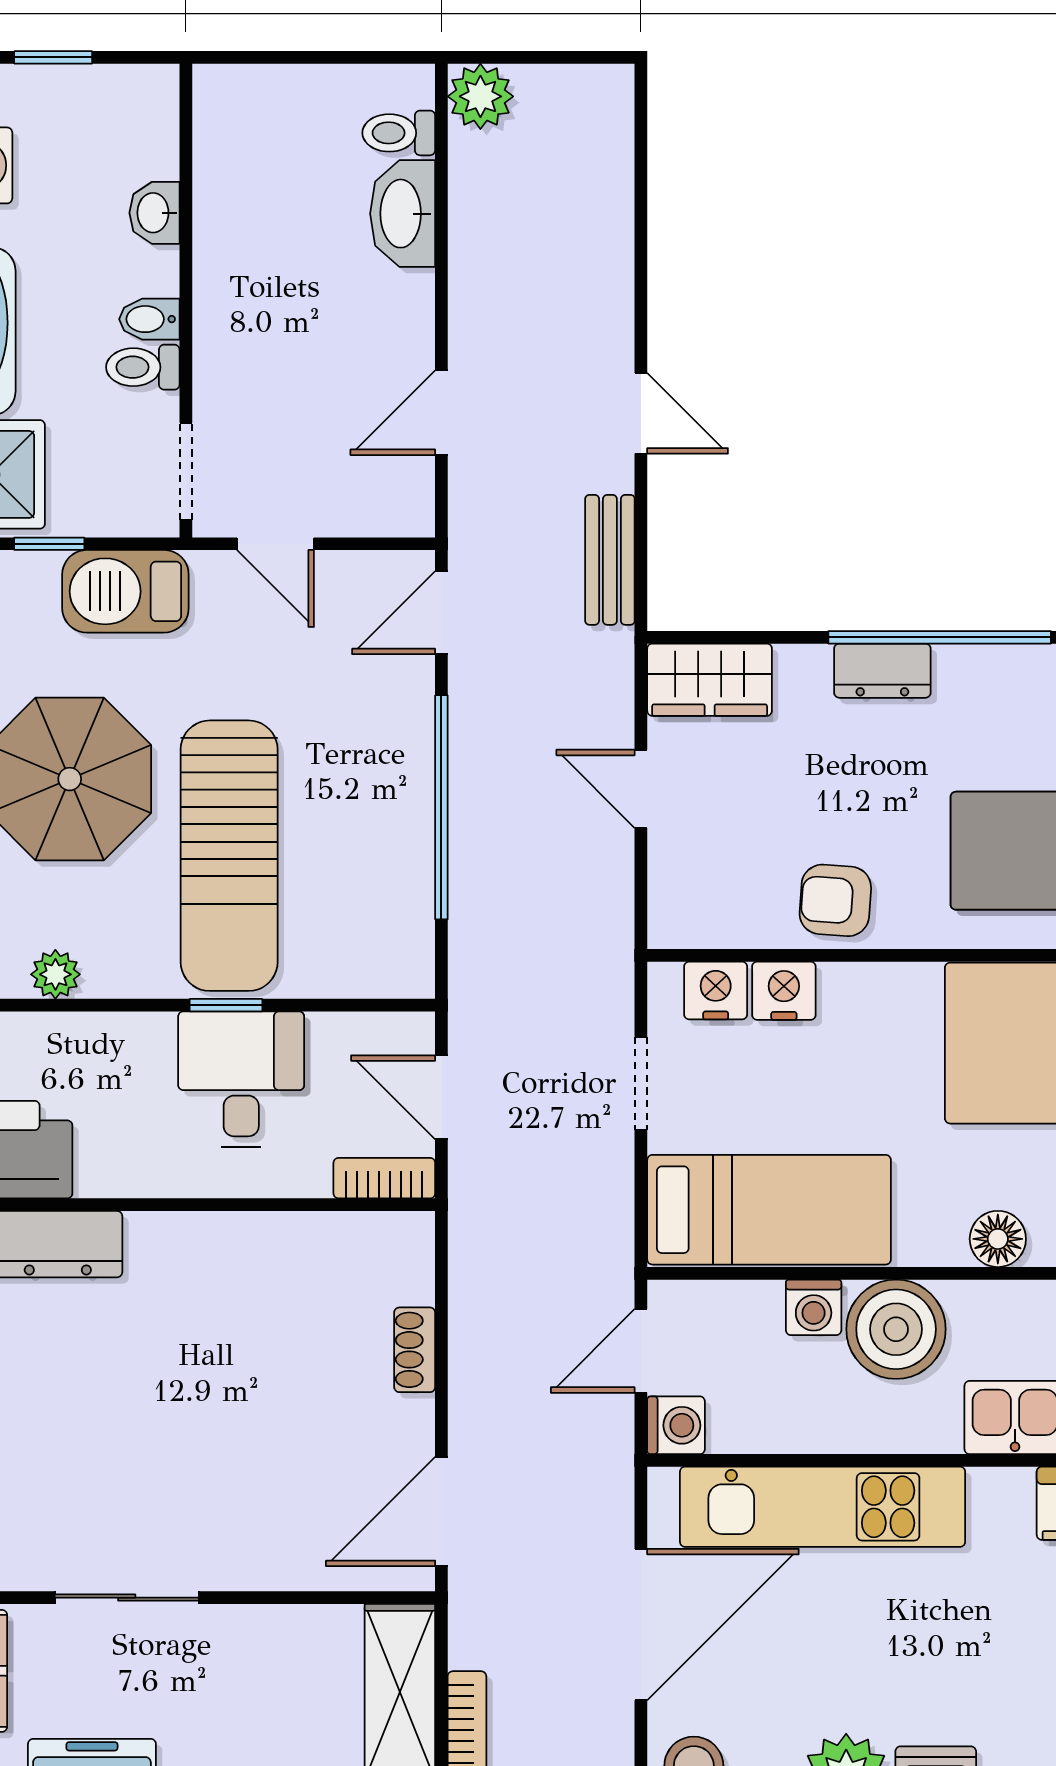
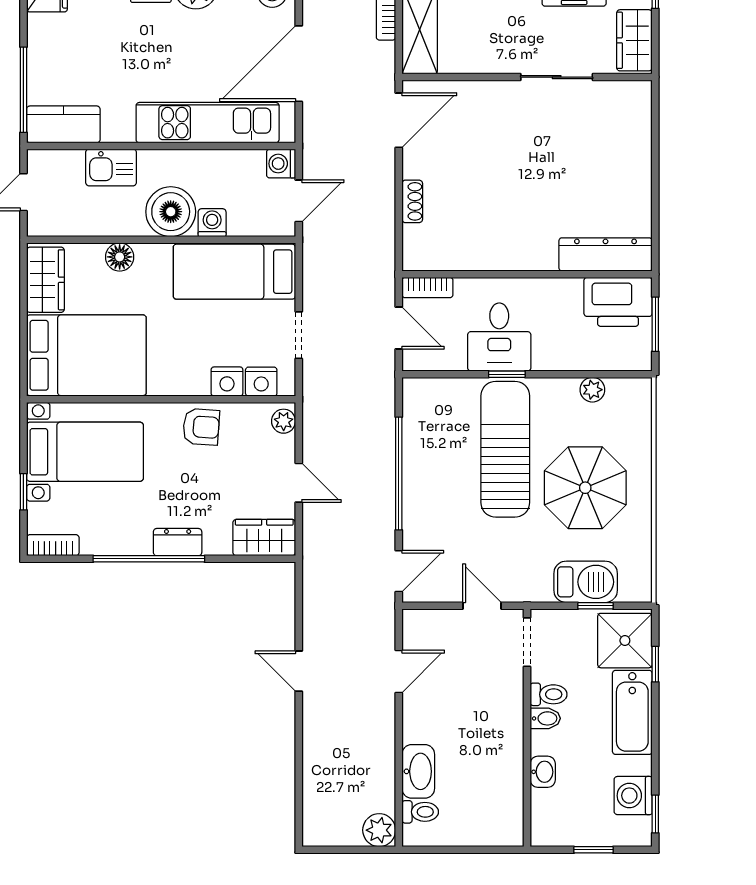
bench: (610, 560) -> (314, 598), removed
barbecue: (125, 591) -> (586, 582), moved
plant: (671, 912) -> (284, 421), added

